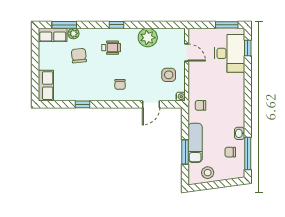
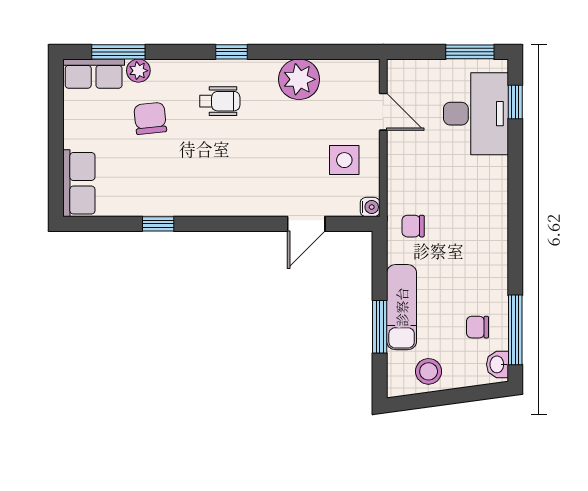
chair: (120, 84) -> (239, 181), removed
washbasin: (240, 133) -> (497, 364), moved

